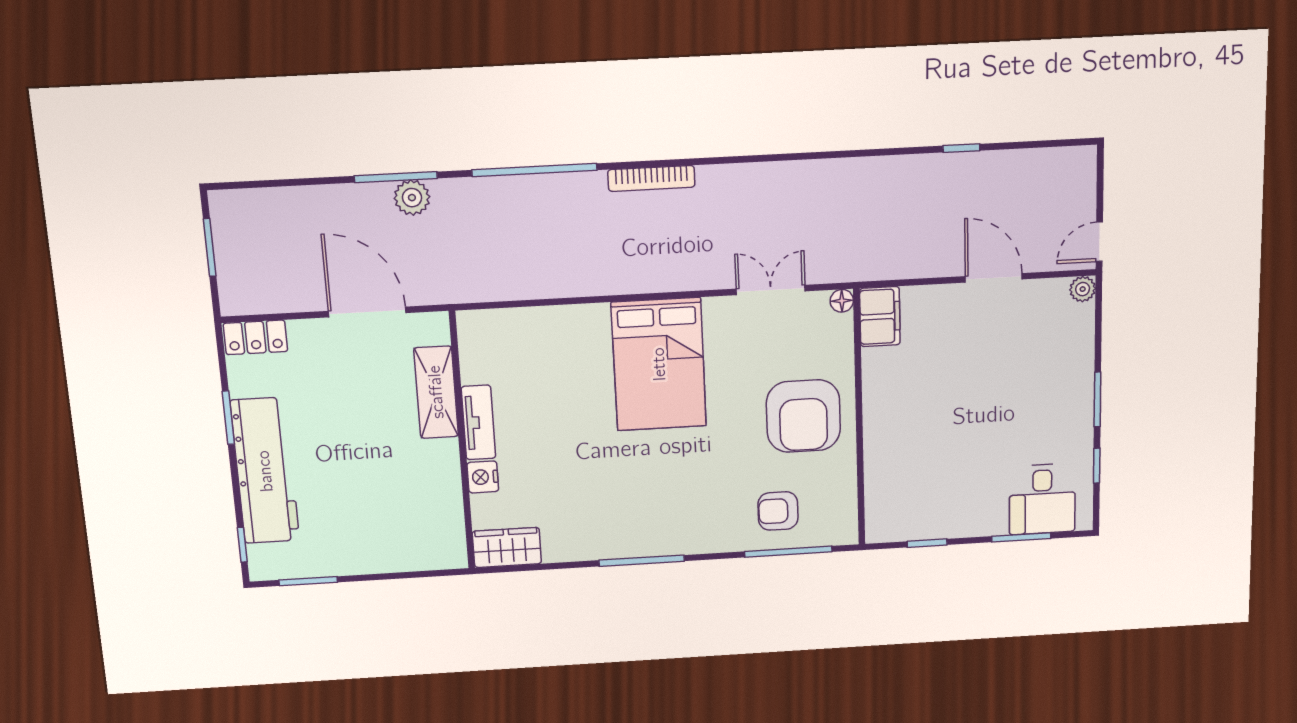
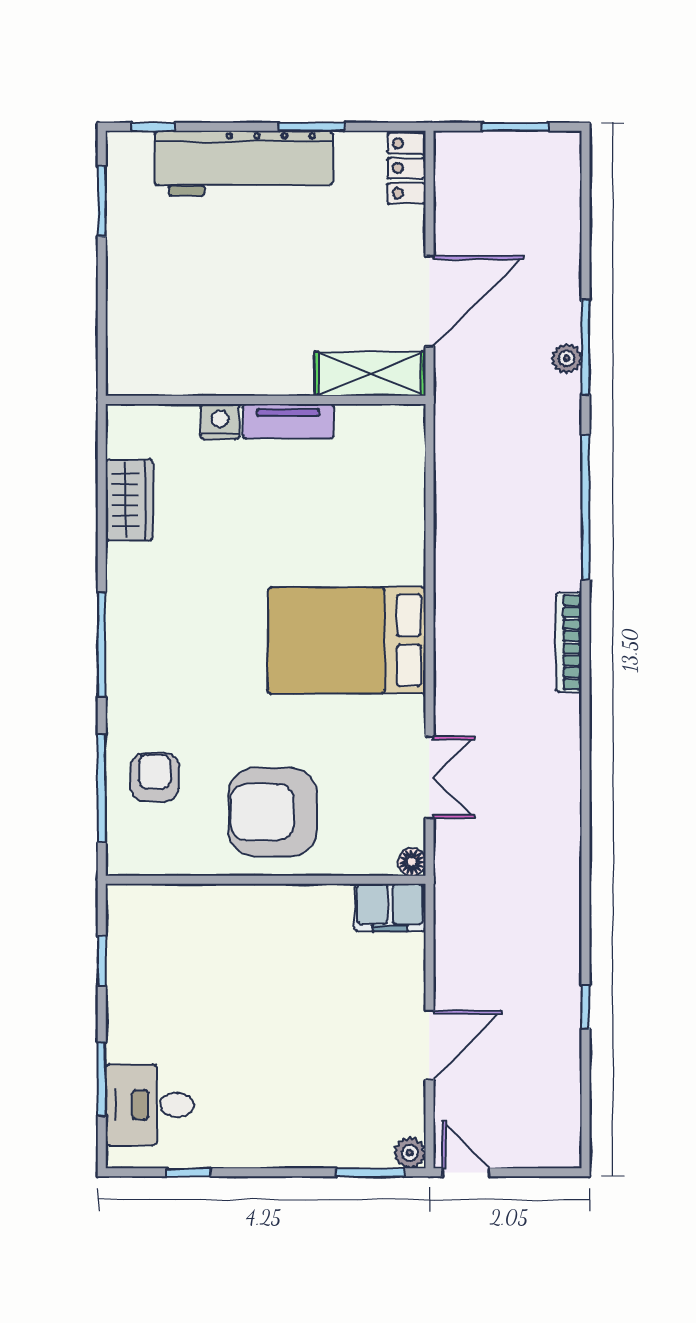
plant: (412, 198) -> (567, 358), width x0.73, depth x0.73
shelving: (436, 392) -> (370, 374), moved
window: (1097, 399) -> (370, 1172), moved
wardrobe: (507, 547) -> (129, 500), moved
window: (642, 561) -> (102, 645), moved

